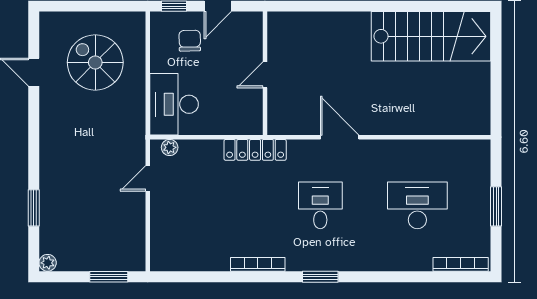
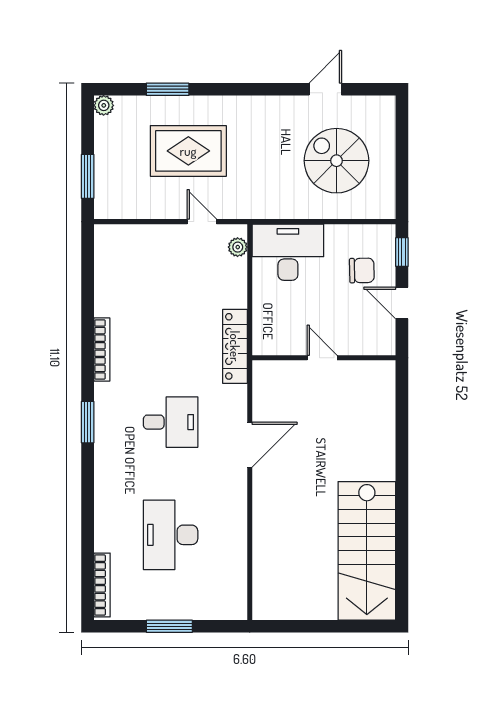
spiral stairs: (95, 62) -> (336, 161), turned -90
rug: (87, 190) -> (188, 151), added
desk: (417, 205) -> (171, 535), turned 180

